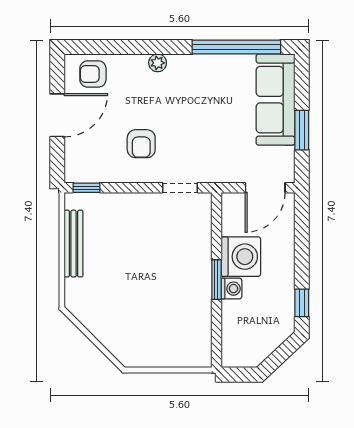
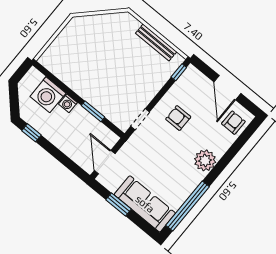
plant: (158, 63) -> (205, 160), width x1.88, depth x1.88
washing machine: (241, 257) -> (48, 95), moved
window: (216, 280) -> (93, 111), moved

